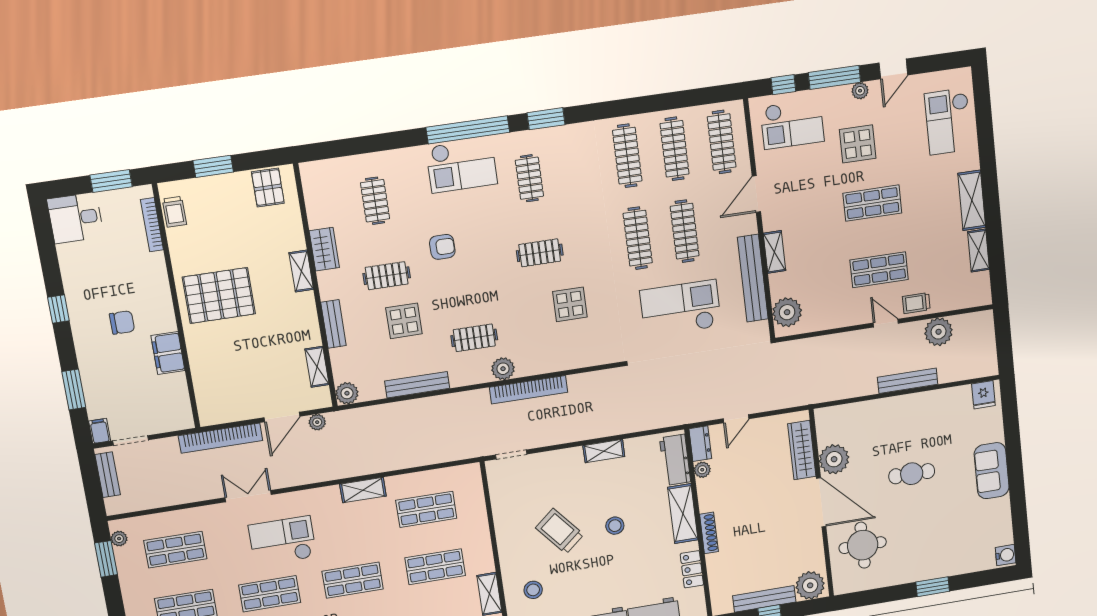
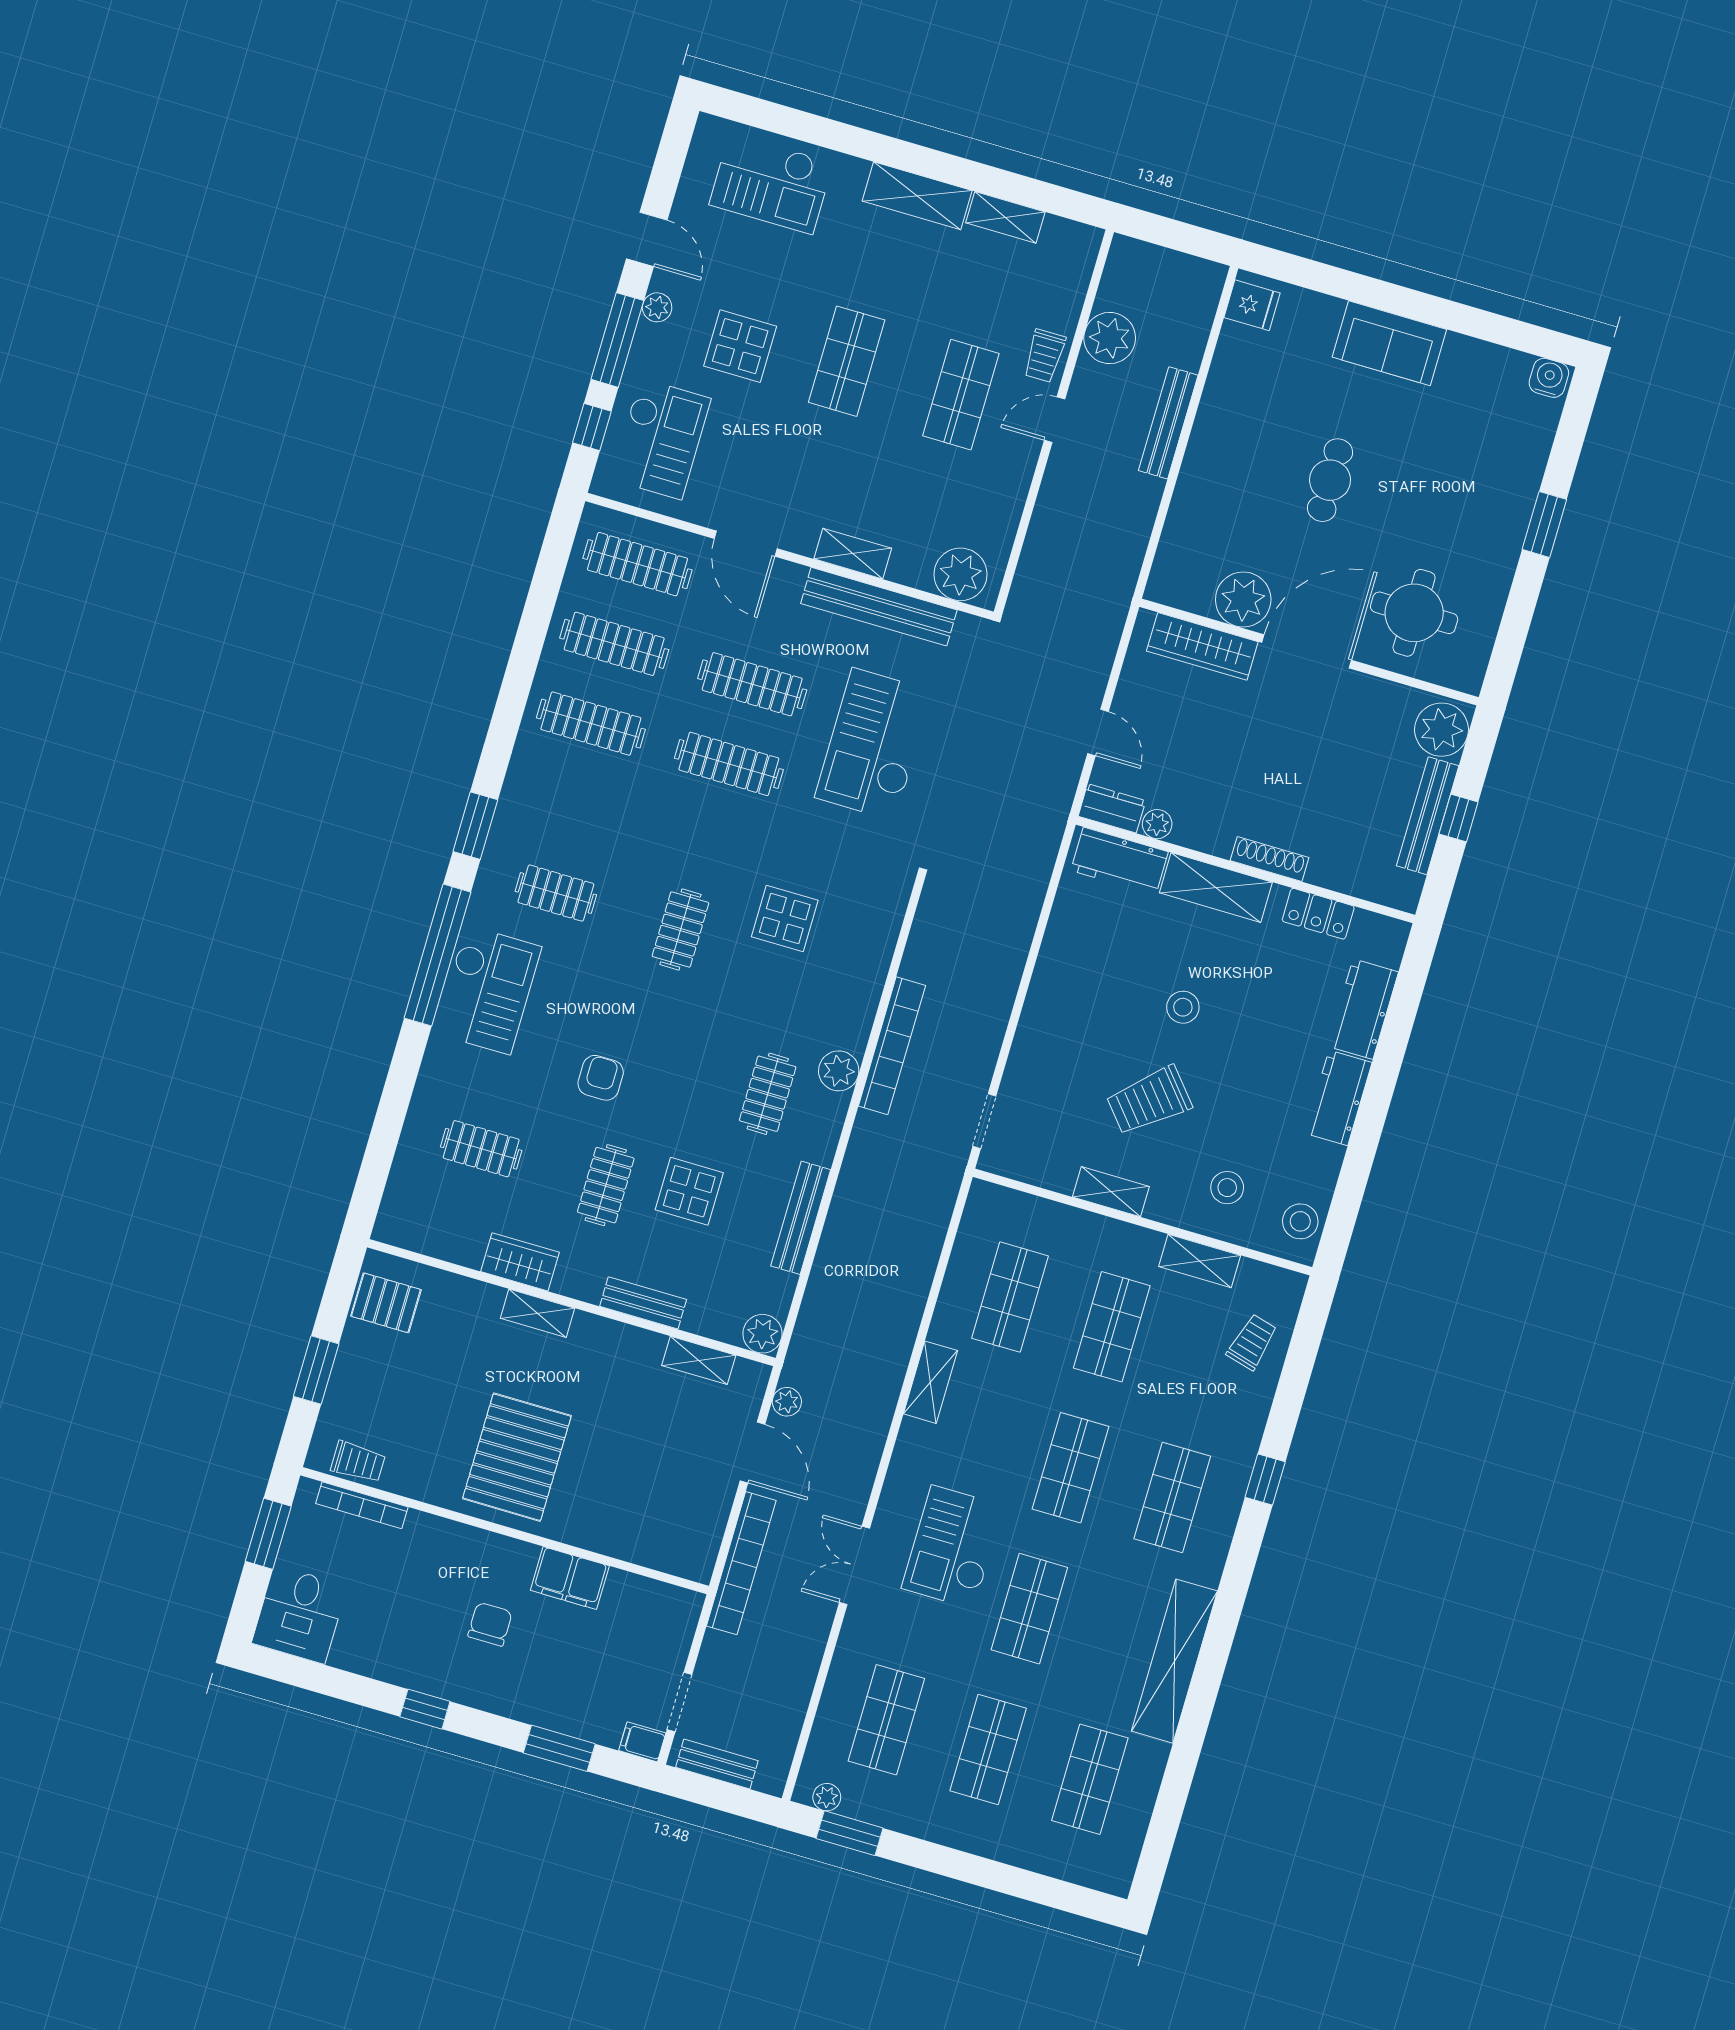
shelving: (604, 451) -> (1111, 1192), moved, turned 90

